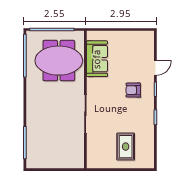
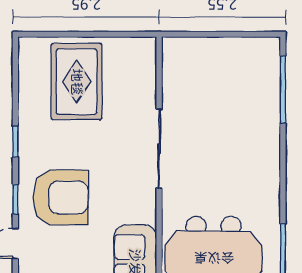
armchair: (133, 90) -> (61, 197), width x1.88, depth x1.88
rug: (126, 147) -> (77, 82), width x1.36, depth x1.43

